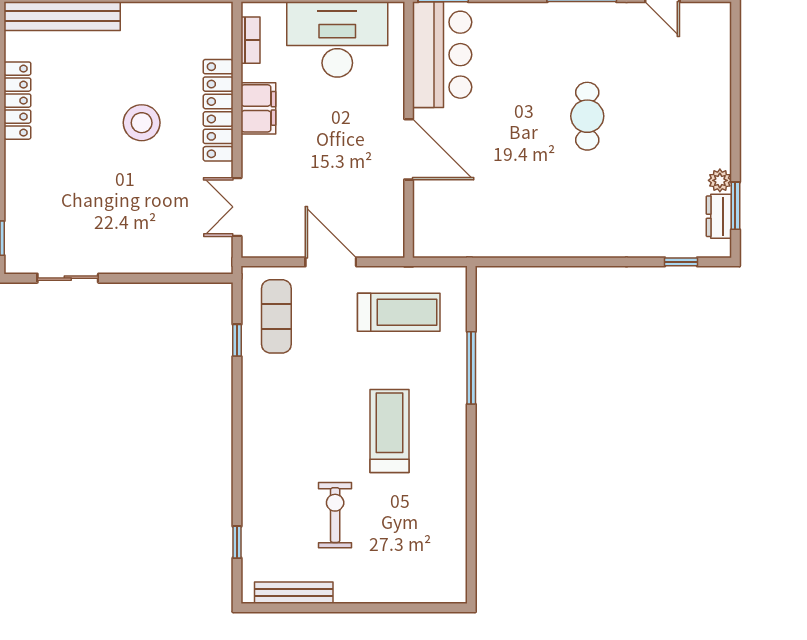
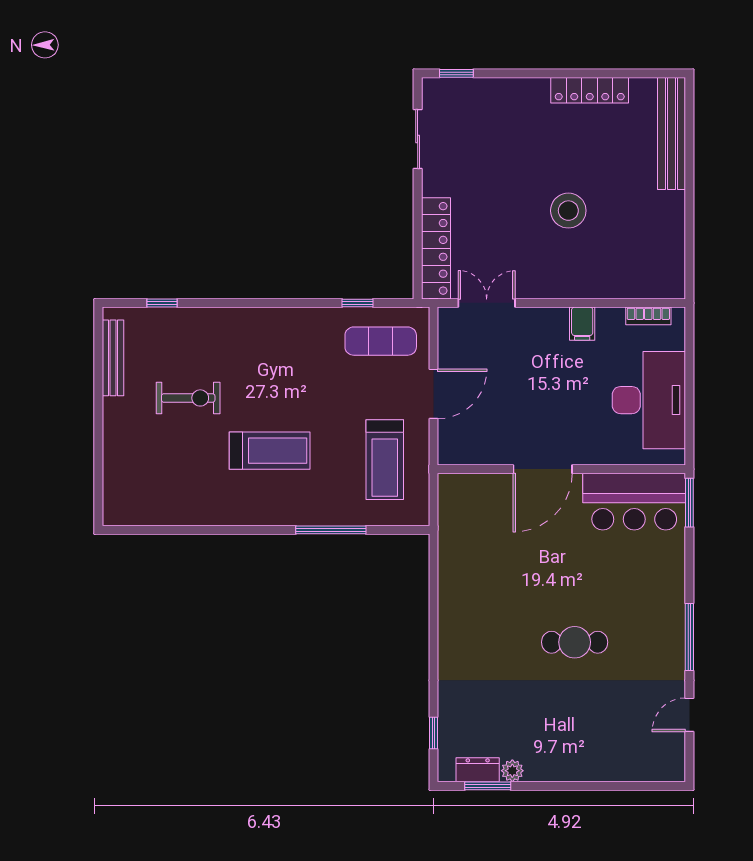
filing cabinet: (258, 108) -> (582, 324), width x0.50
locker: (218, 110) -> (436, 248), moved, turned 90

